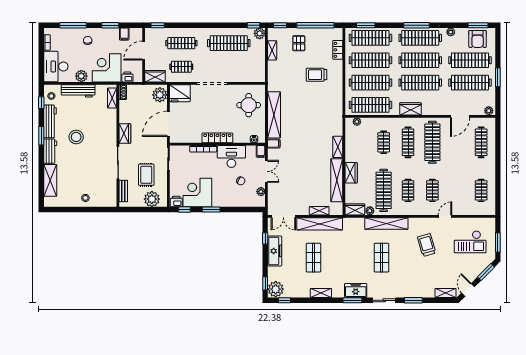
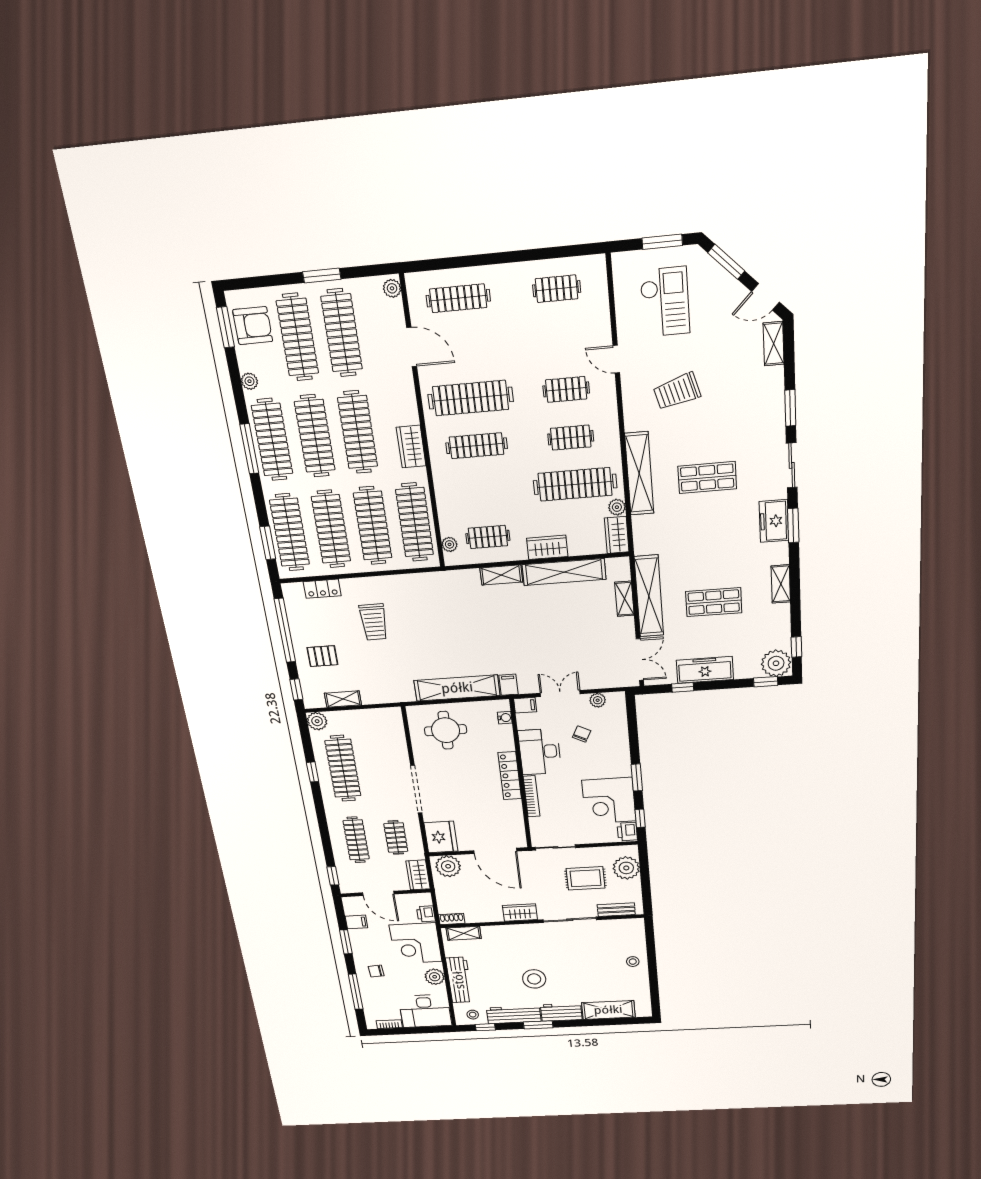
window: (253, 25) -> (313, 772), moved
clothes rail: (384, 142) -> (488, 537), moved

